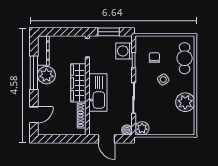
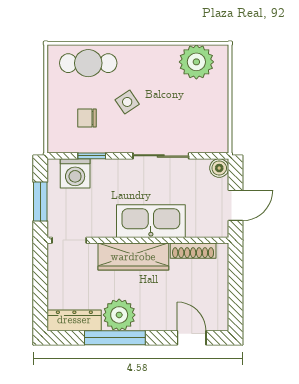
plant: (185, 102) -> (196, 62), moved
plant: (142, 128) -> (216, 141), removed

